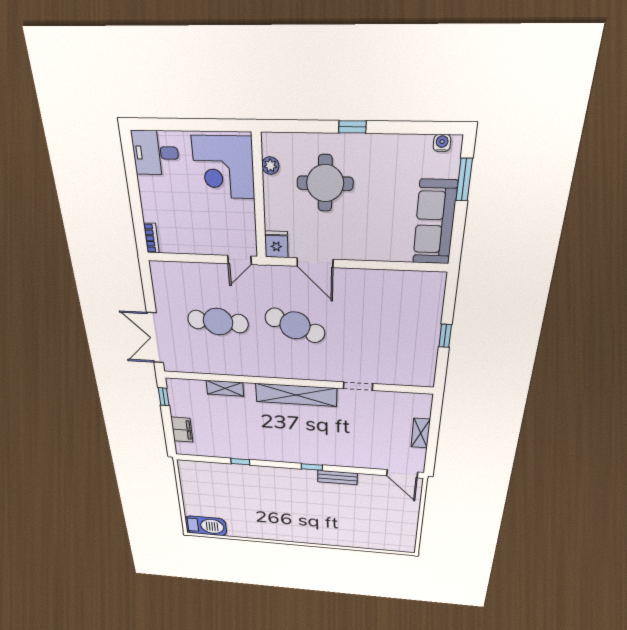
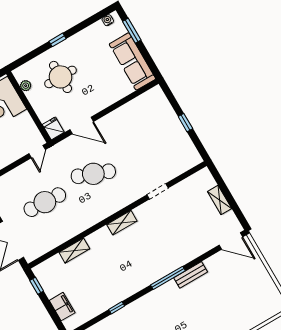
shelving: (296, 395) -> (122, 223), width x0.45, depth x0.75
window: (312, 467) -> (168, 278), width x2.17

